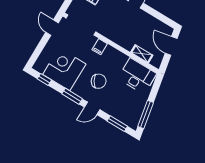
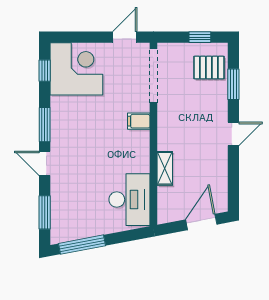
shelving: (142, 54) -> (165, 168), moved
corner desk: (64, 69) -> (76, 69), moved
chair: (99, 81) -> (89, 149), removed

